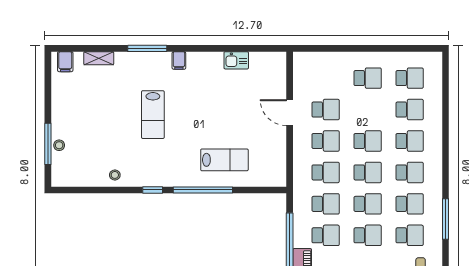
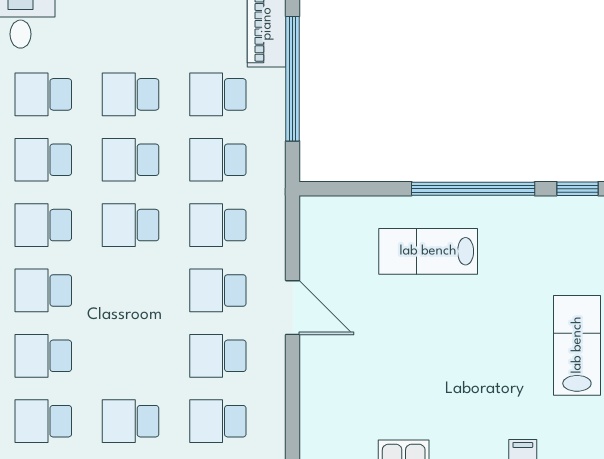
door: (290, 113) -> (293, 308), moved
school desk: (368, 141) -> (218, 421), moved

